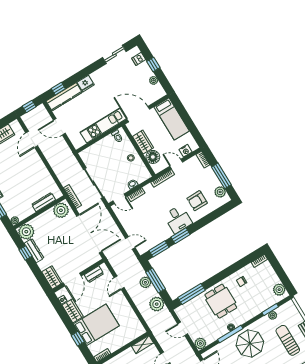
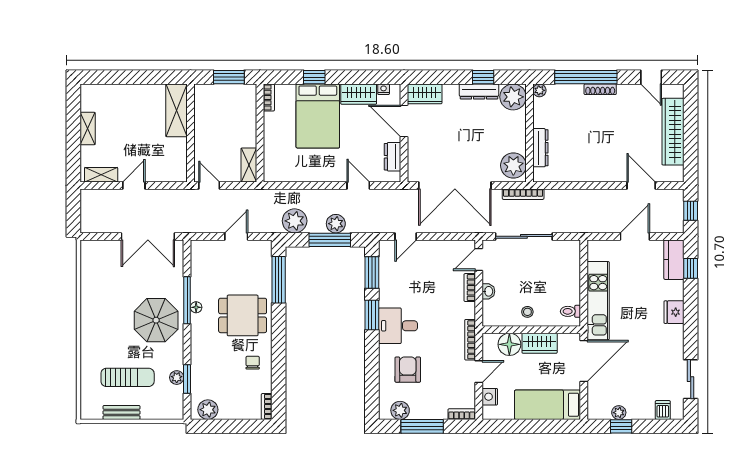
window: (153, 64) -> (621, 426), moved
kitchen counter: (64, 97) -> (674, 260), width x0.67
plant: (200, 343) -> (200, 249), removed

